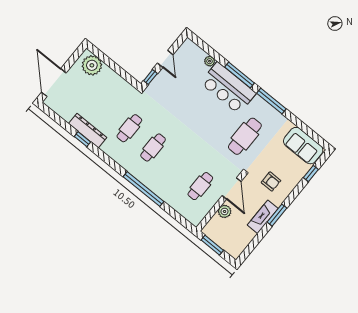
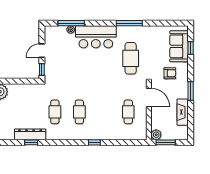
door: (165, 59) -> (42, 51), swing flipped
window: (239, 75) -> (71, 23), moved
sofa: (303, 146) -> (179, 46), moved, turned 90
window: (144, 189) -> (94, 142), width x0.32
plant: (225, 211) -> (156, 135), moved
fireplace: (263, 217) -> (183, 112), moved

